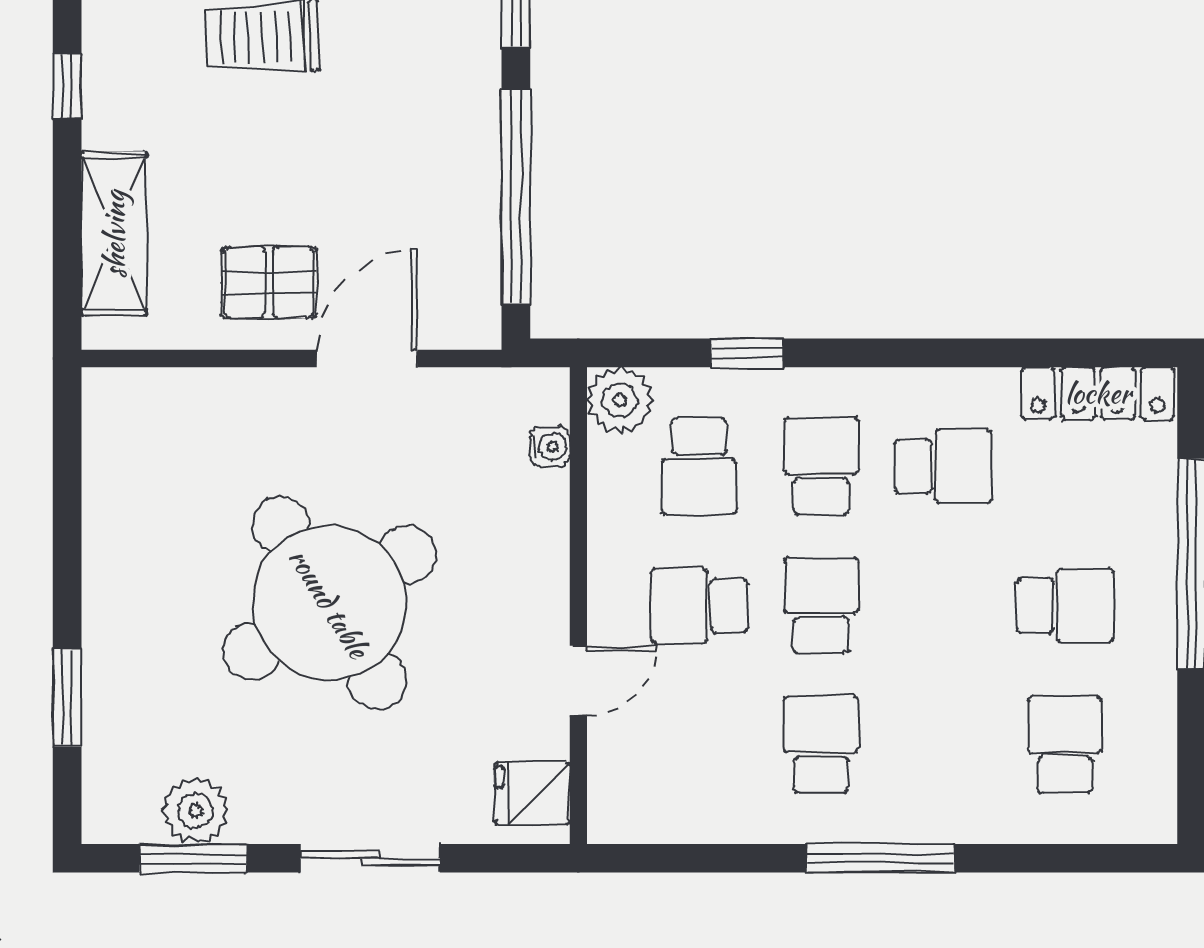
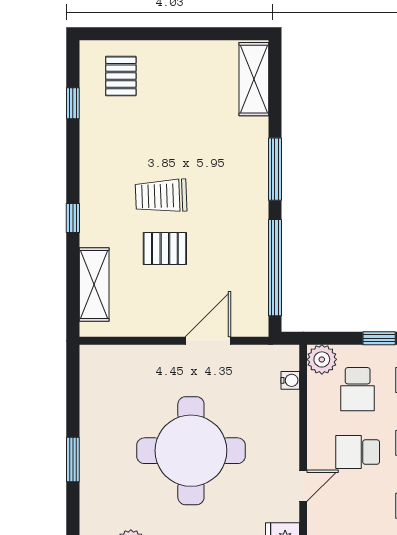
pallet: (269, 282) -> (165, 248), moved
round table: (329, 603) -> (191, 451), turned 32
window: (67, 697) -> (73, 459), moved

